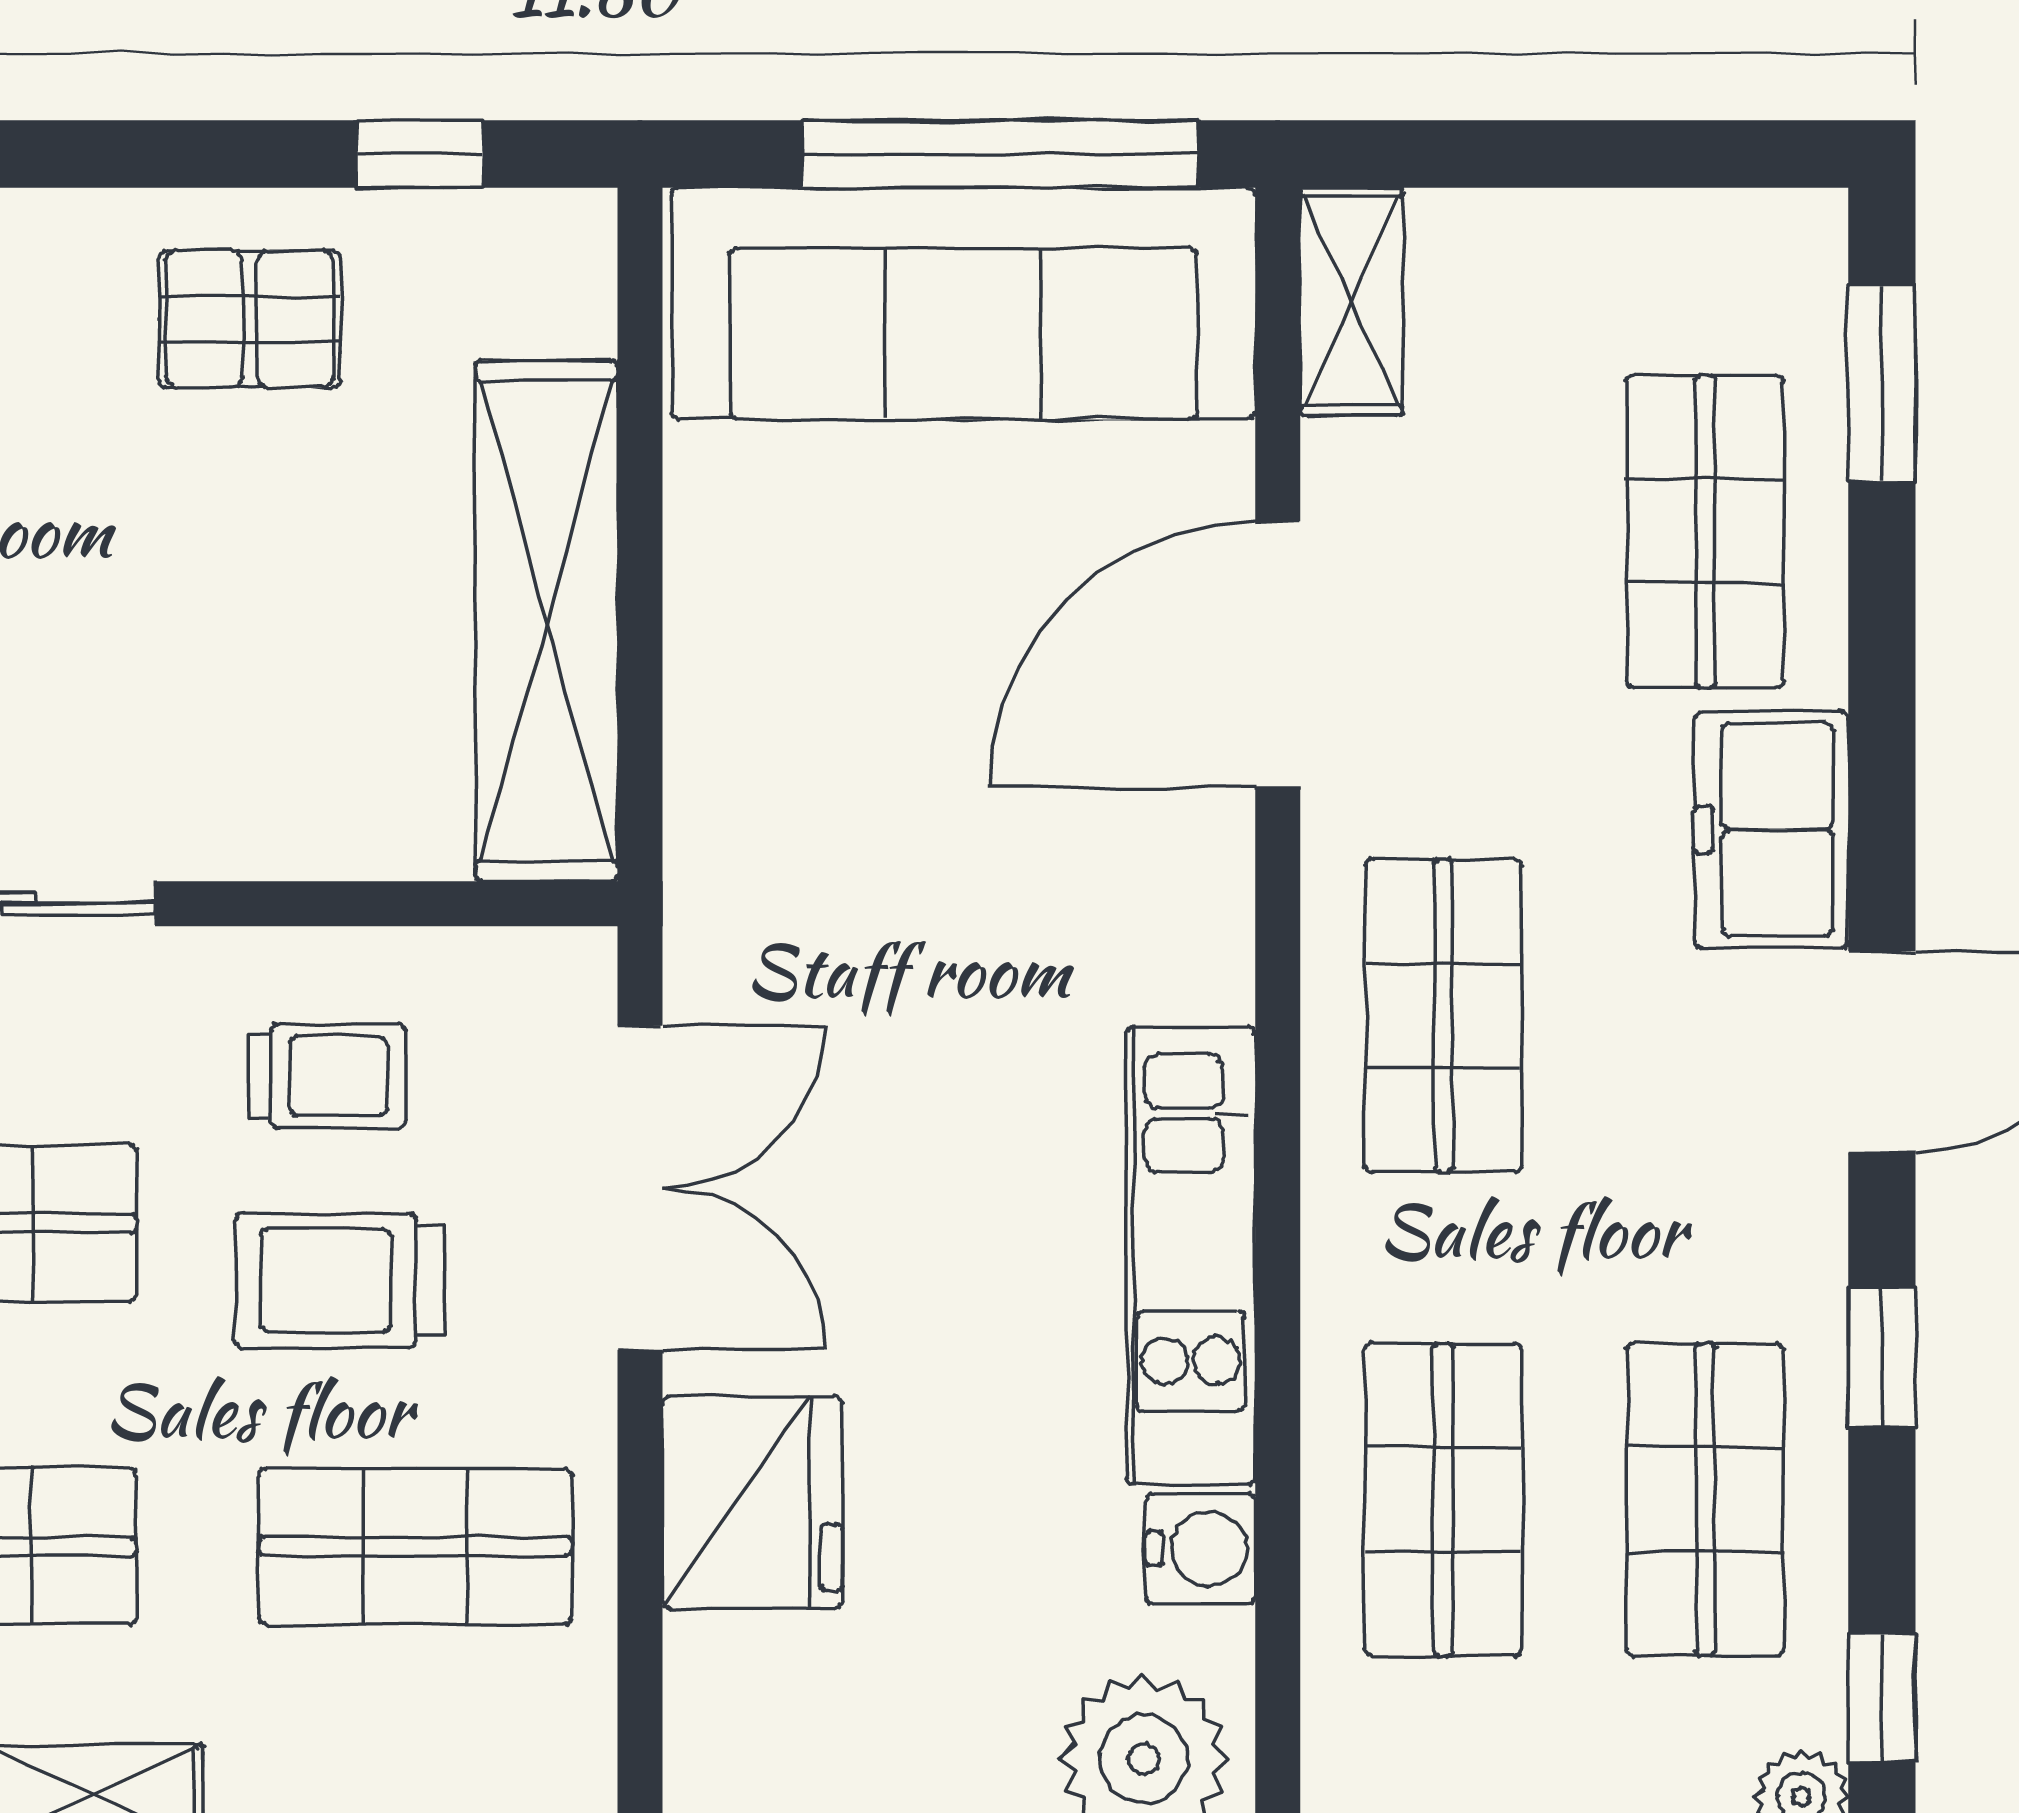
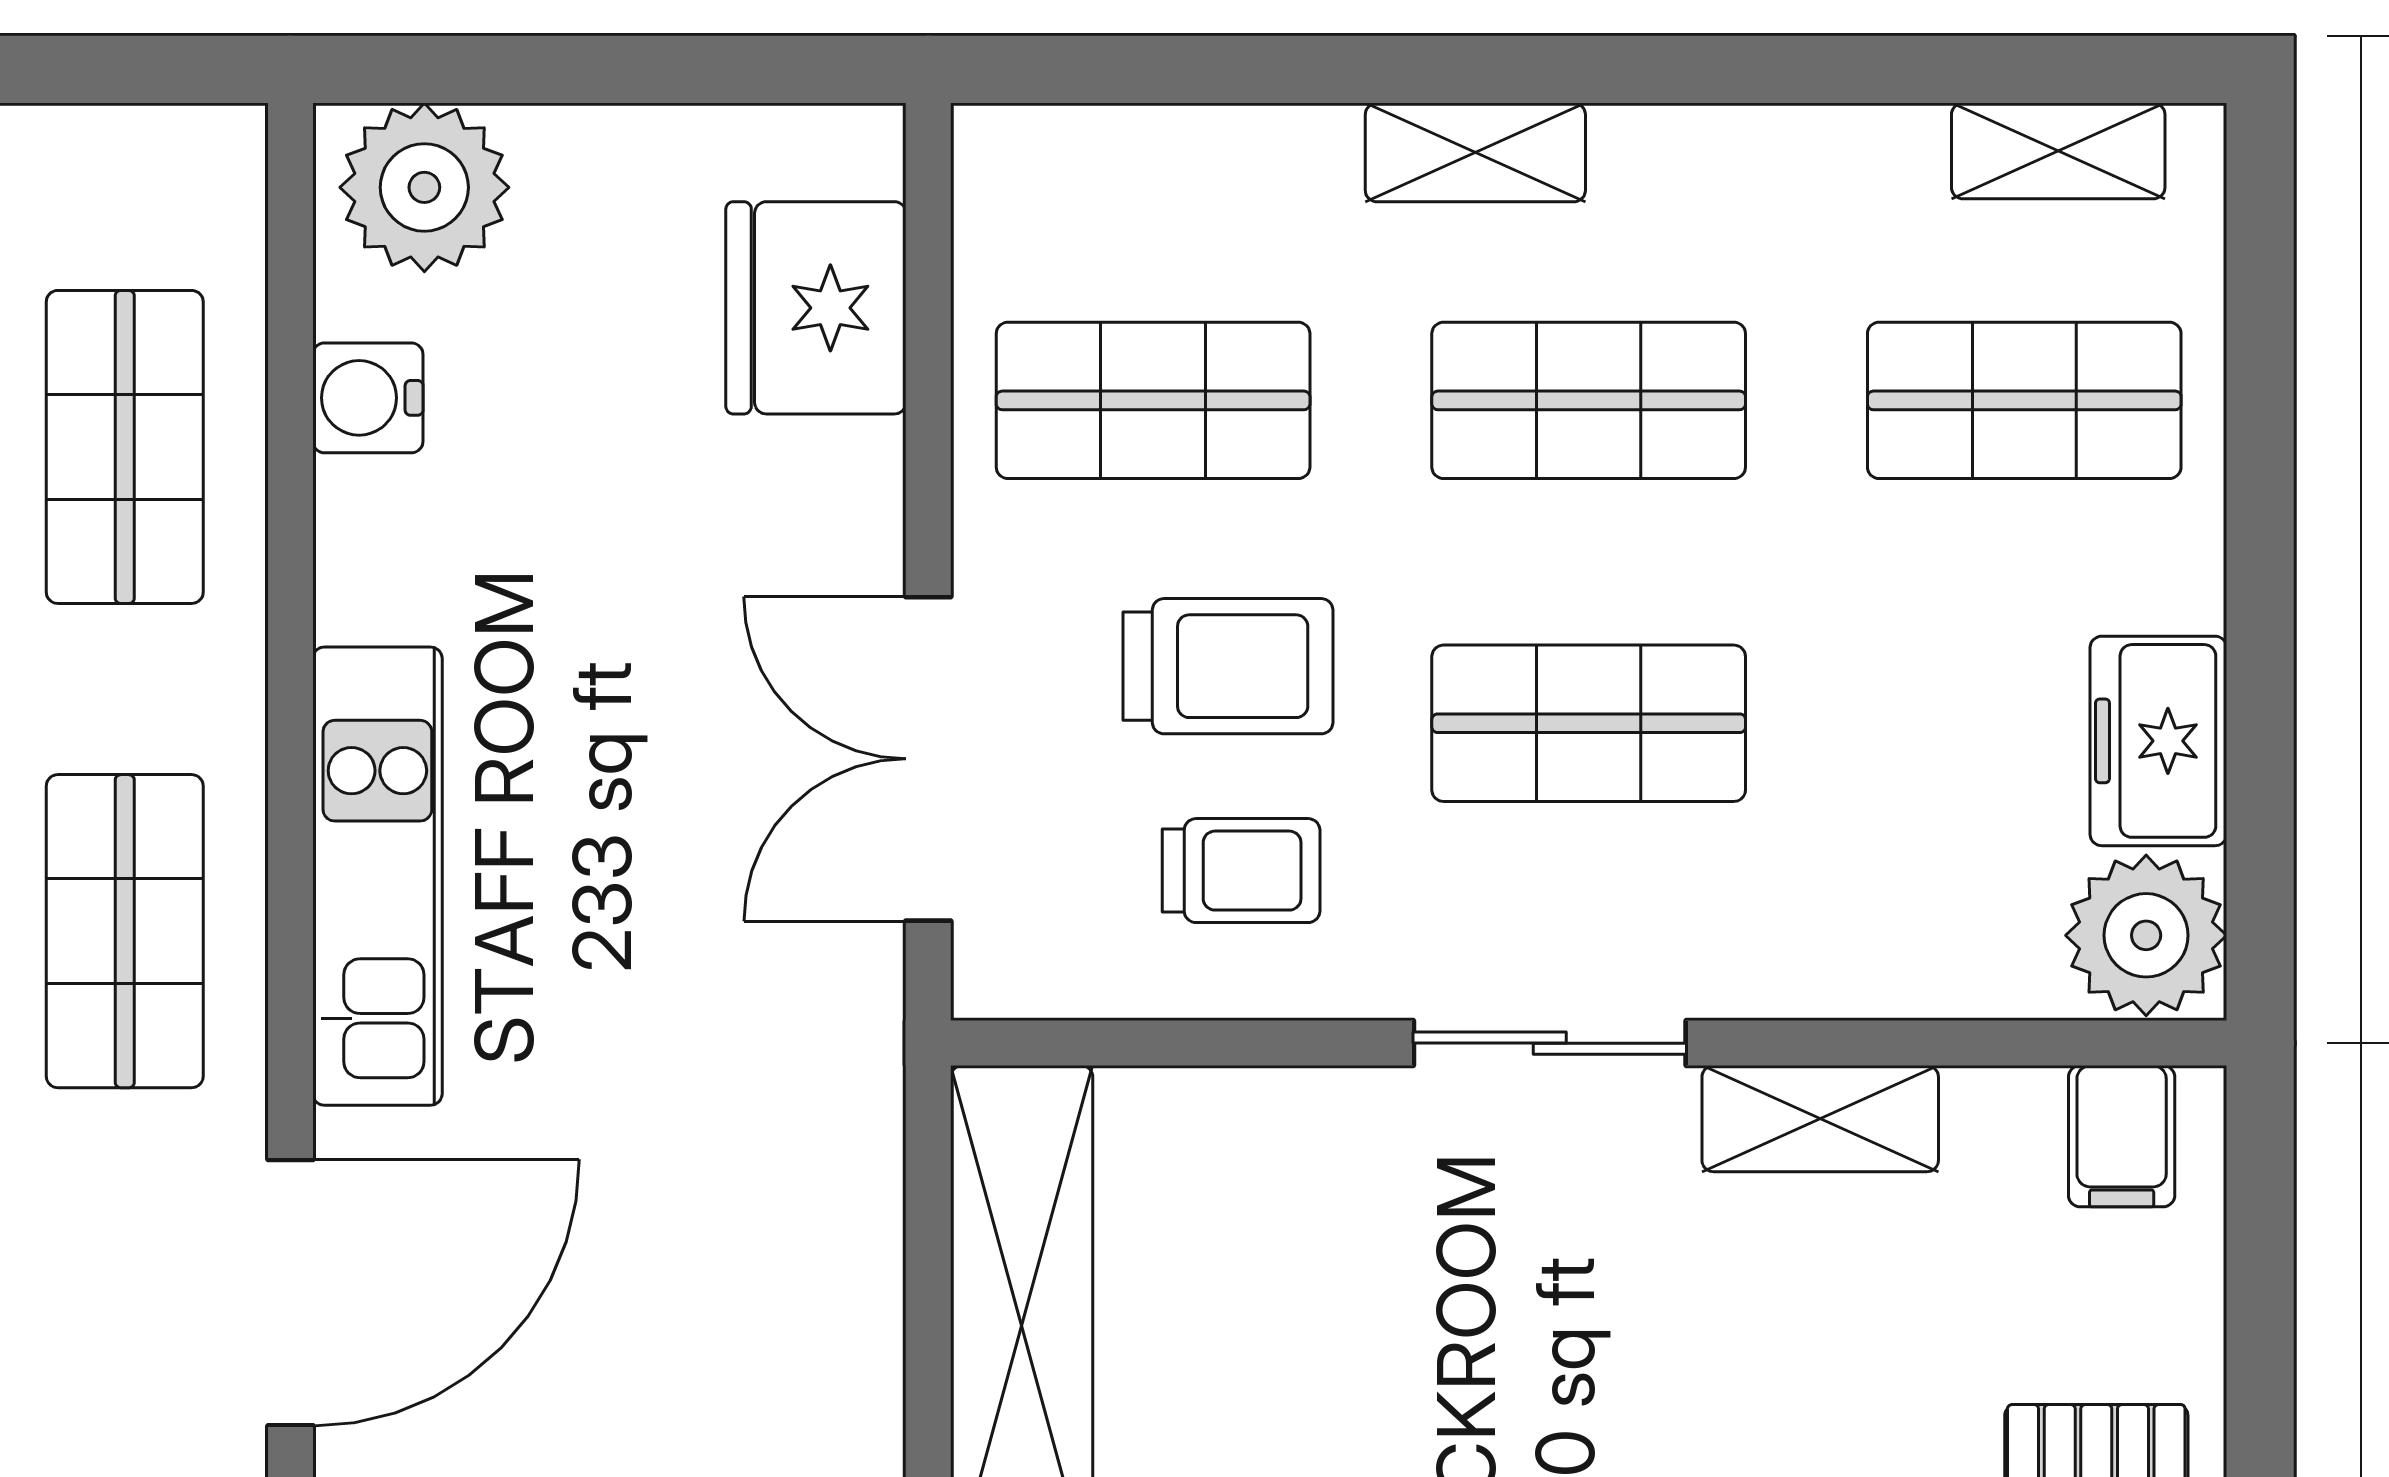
trolley: (327, 1076) -> (1241, 871), turned 180
kitchen unit: (1191, 1256) -> (377, 876), moved
fridge: (752, 1502) -> (816, 308), moved

